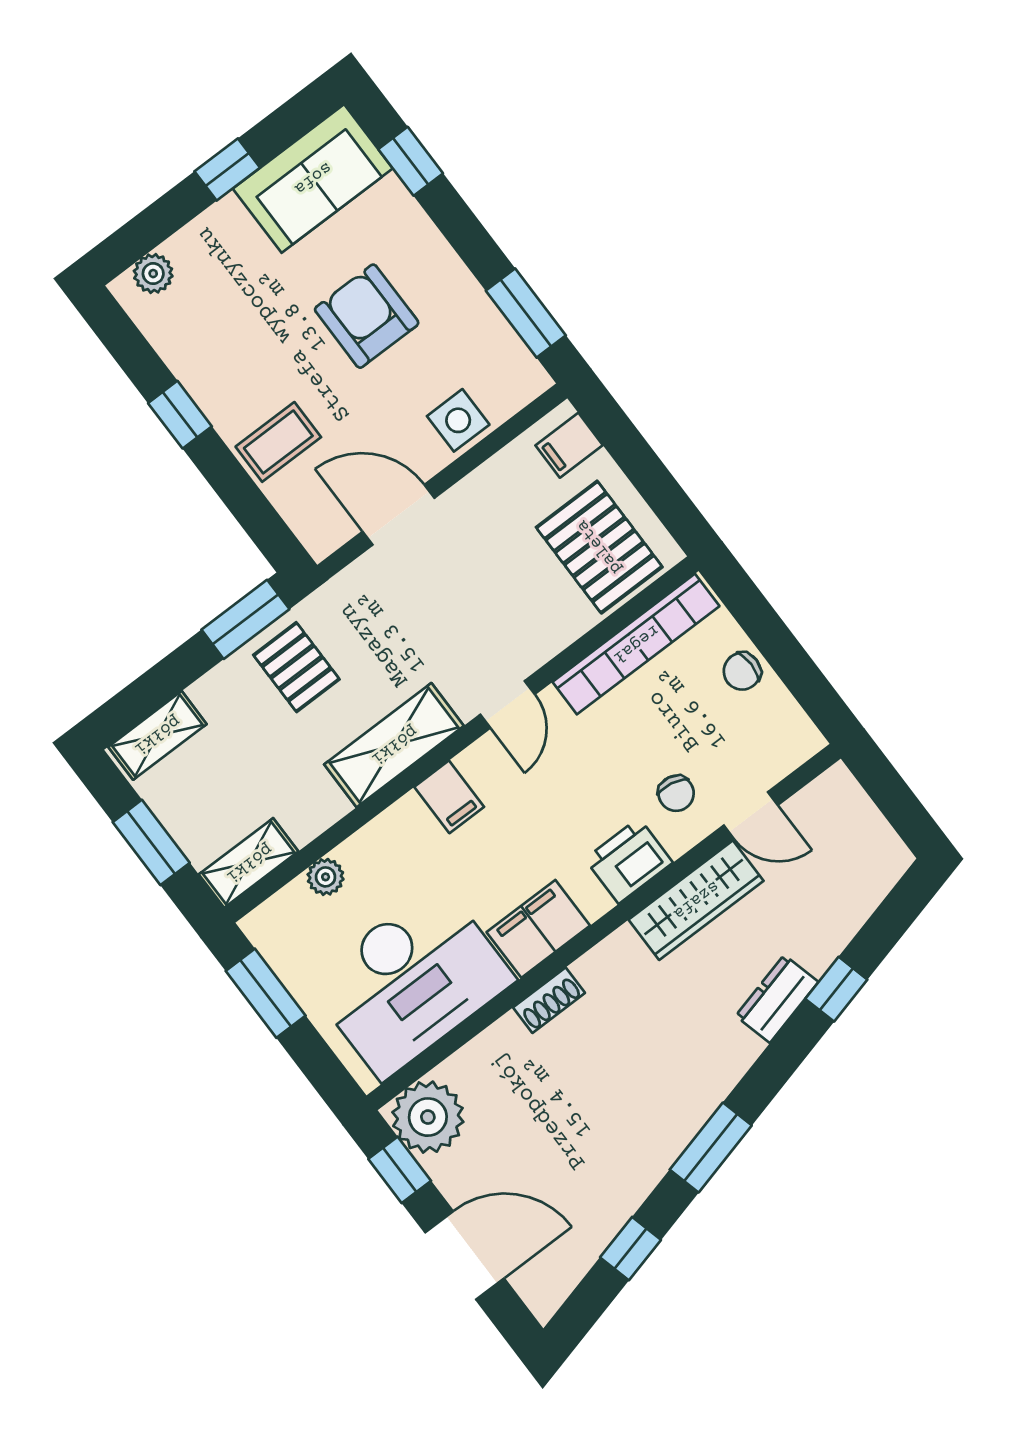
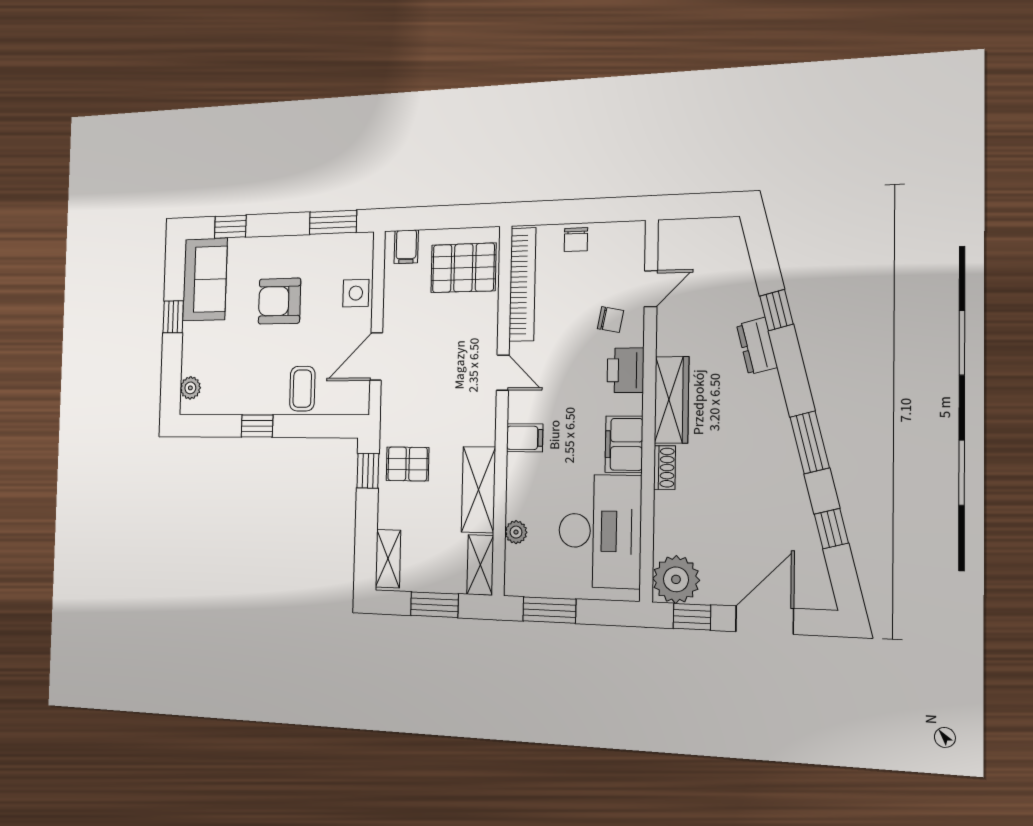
window: (245, 619) -> (368, 471), width x0.67
shelving: (394, 745) -> (478, 490), moved
wardrobe: (696, 900) -> (672, 400), moved

